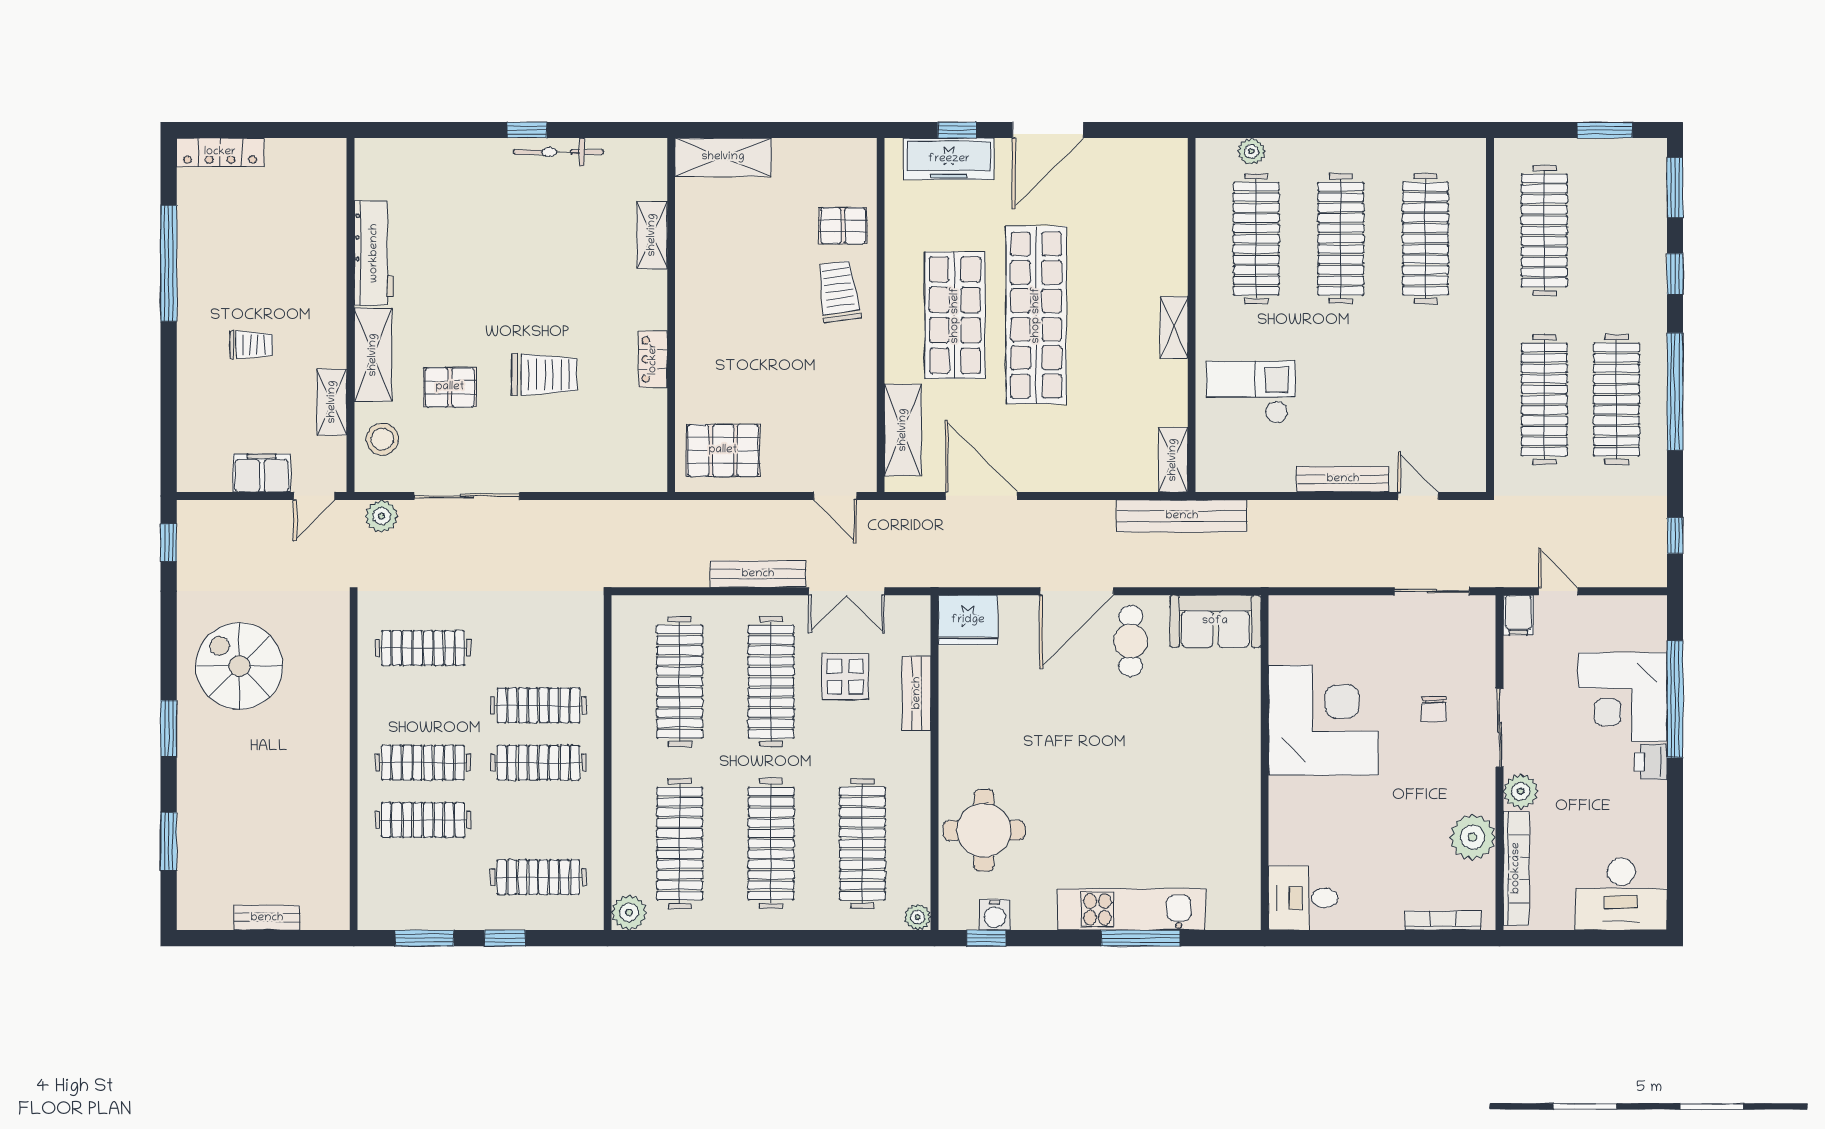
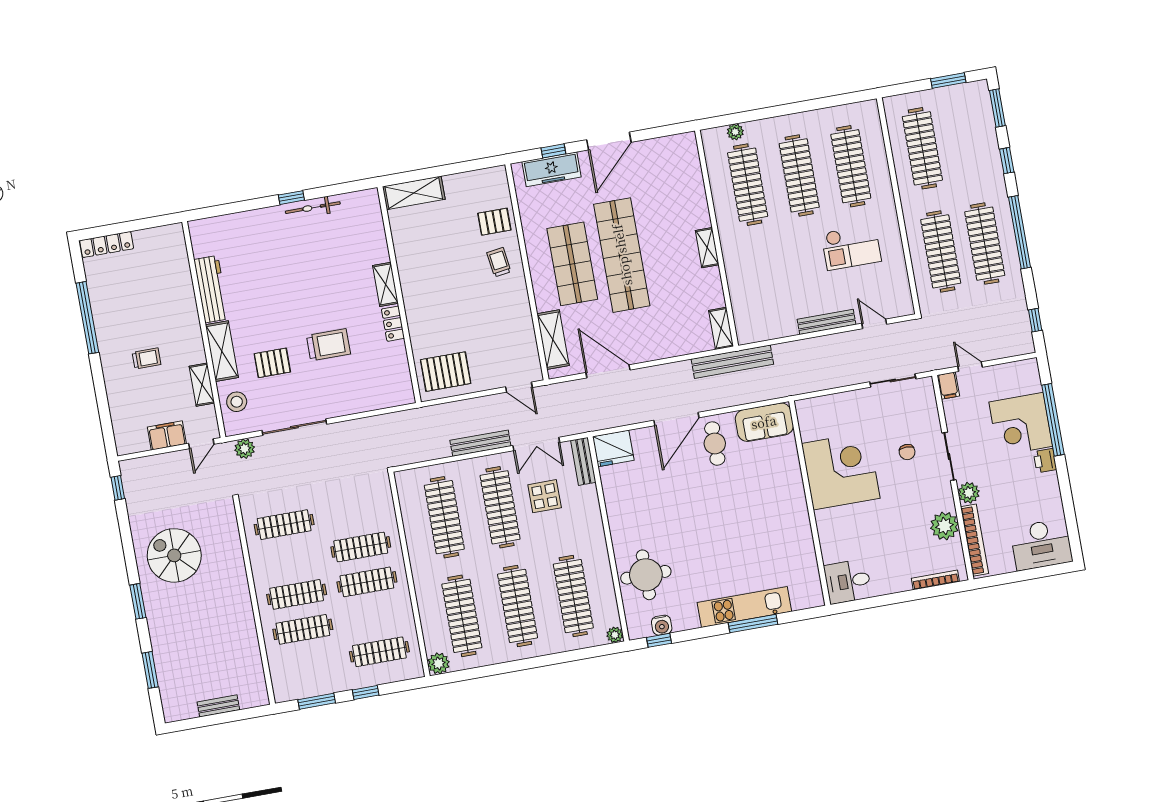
shelving: (652, 235) -> (385, 284), moved
trolley: (839, 292) -> (499, 262), width x0.73, depth x0.72
checkout: (1251, 392) -> (851, 247), moved, turned 180
bench: (917, 693) -> (583, 461), moved

